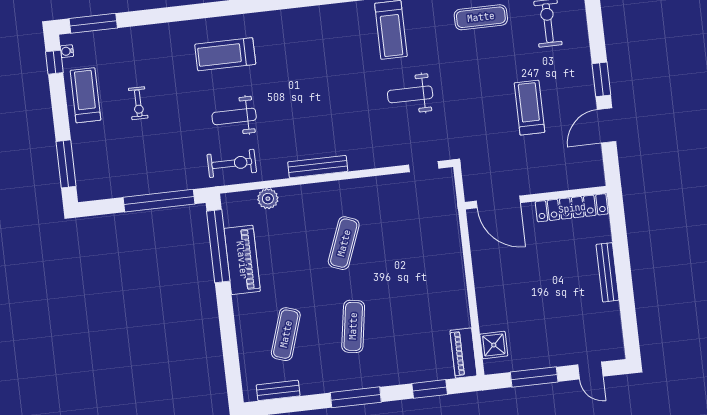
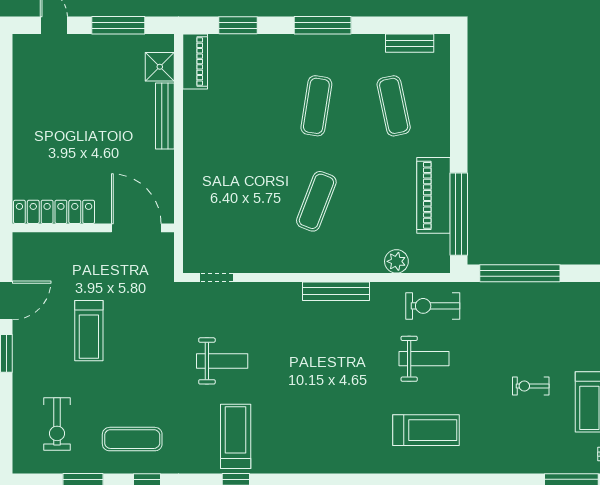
exercise bike: (138, 103) -> (531, 386), turned -90
bench: (608, 272) -> (165, 116), moved
exercise mat: (286, 334) -> (394, 106), turned -30

